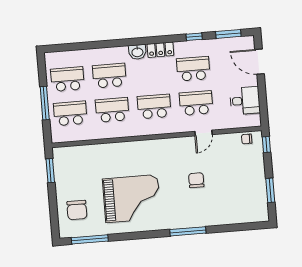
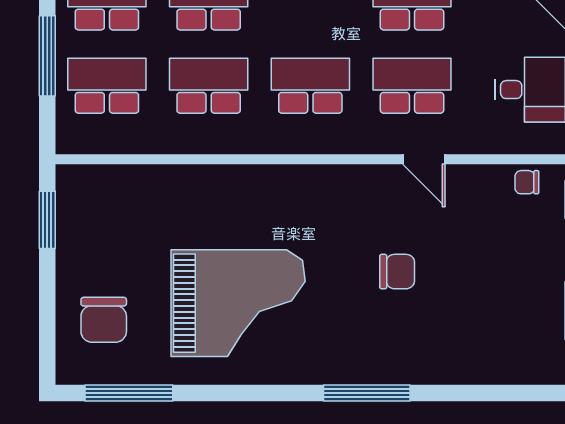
door: (203, 133) -> (424, 159), hinge flipped
chair: (196, 180) -> (397, 272), turned 90

